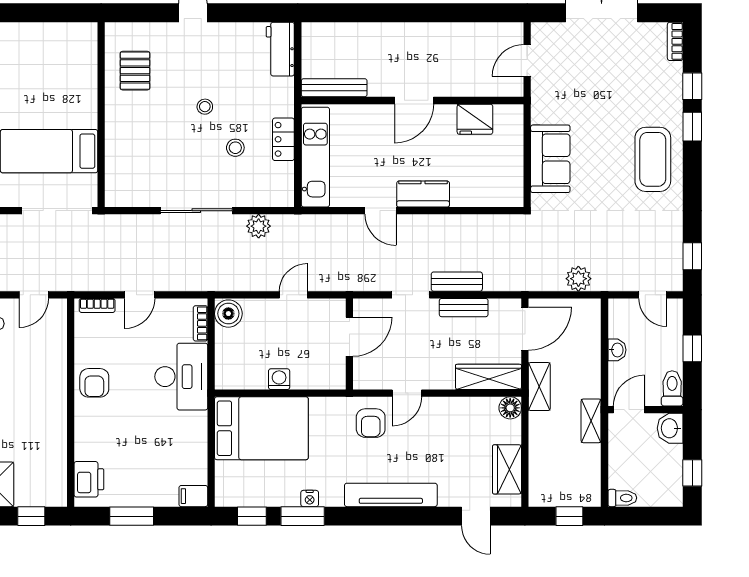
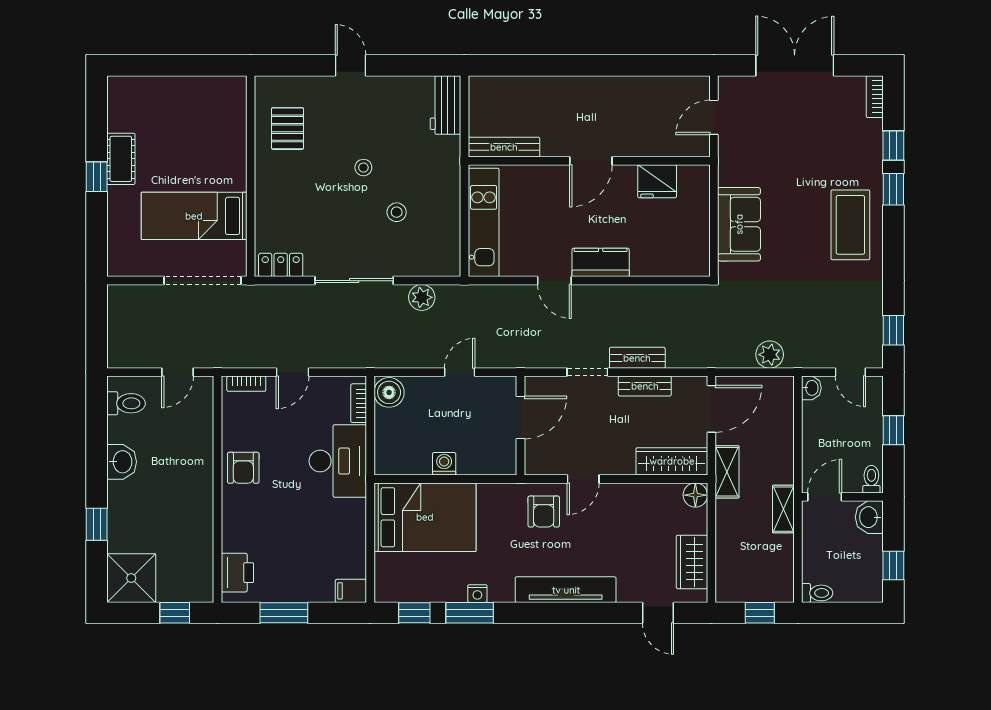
locker: (283, 139) -> (281, 265), moved, turned 90
washbasin: (617, 350) -> (811, 388), moved
toilet: (672, 388) -> (871, 479), width x0.73, depth x0.72

